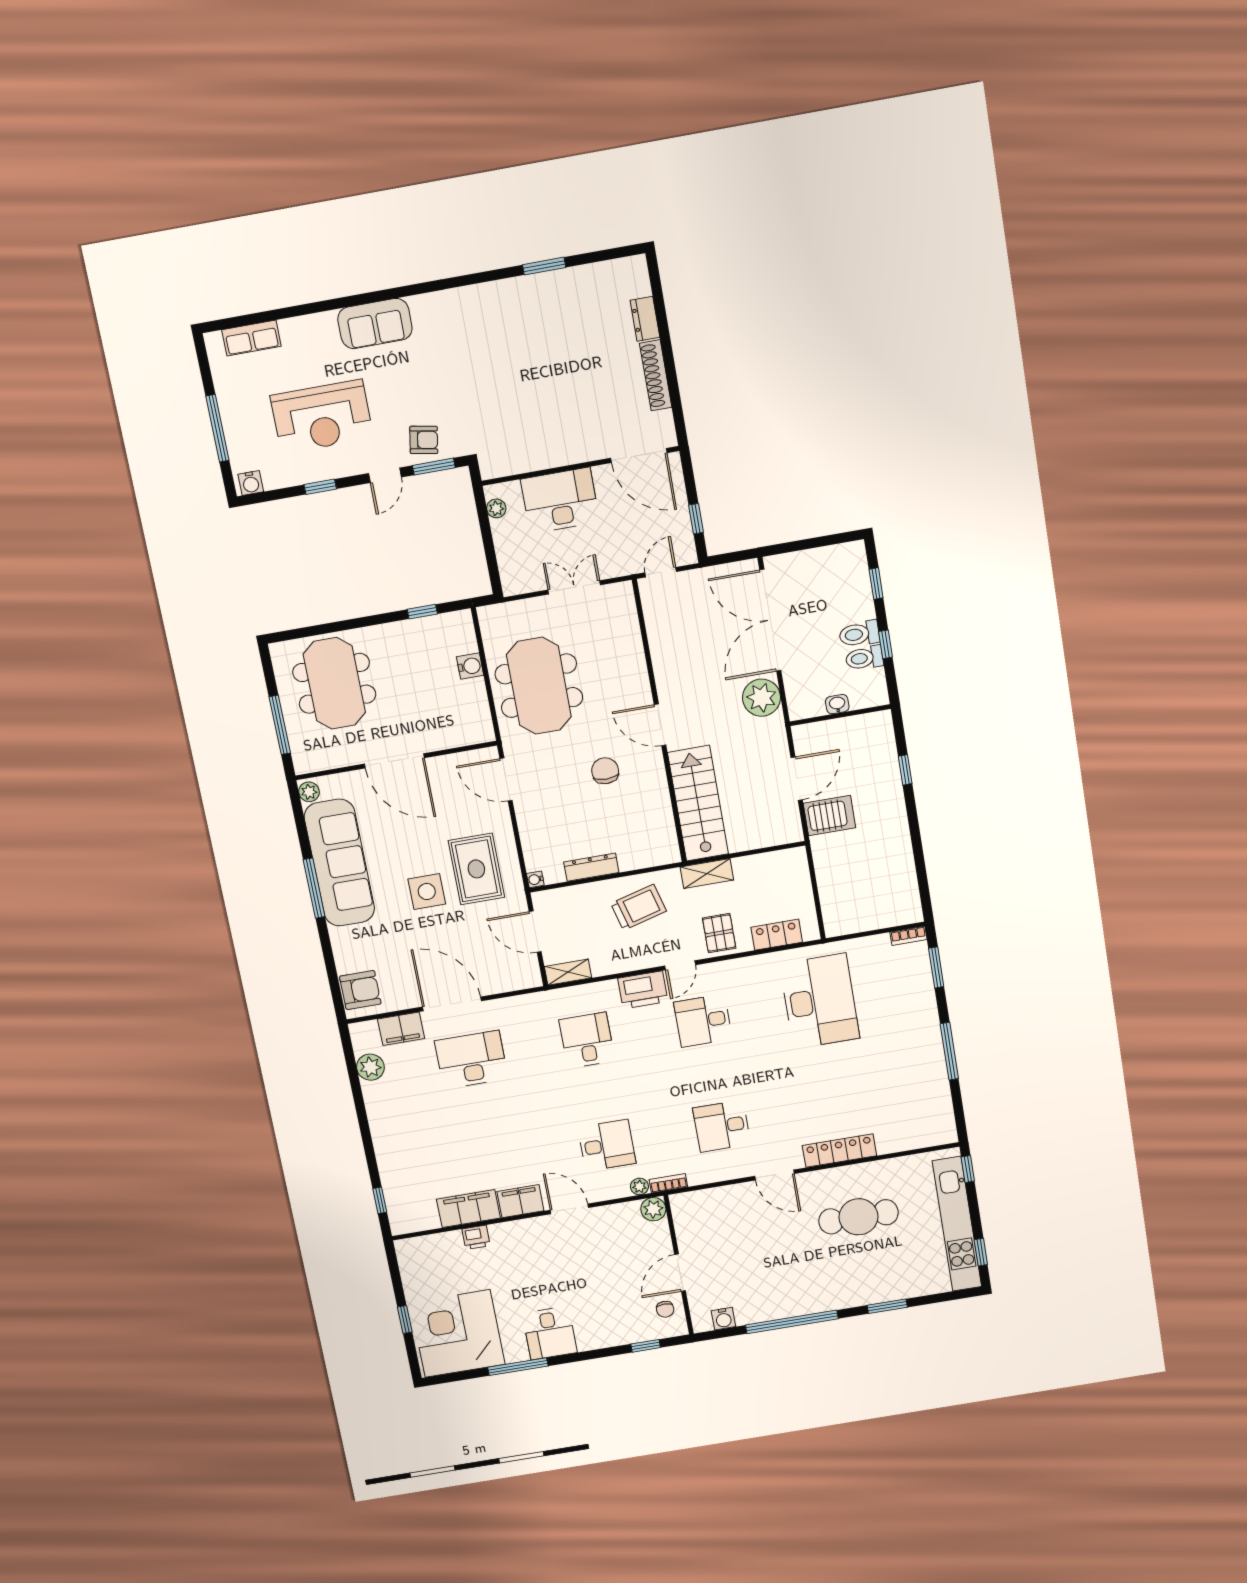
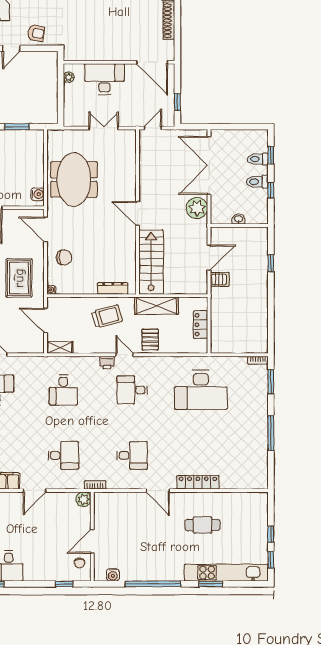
window: (434, 467) -> (39, 48), removed
window: (422, 612) -> (17, 127), width x1.50
toilet: (864, 658) -> (258, 159), moved
water cooler: (470, 666) -> (38, 194), moved
chair: (605, 771) -> (64, 257), moved, turned 90
server rack: (829, 816) -> (220, 279), width x0.73, depth x0.70
dresser: (591, 867) -> (113, 288), moved
shelving: (707, 874) -> (156, 306), width x1.50, depth x1.33
locker: (777, 935) -> (201, 325), moved, turned -90
door: (680, 965) -> (125, 355), swing flipped
printer: (643, 990) -> (107, 362), width x0.53, depth x0.68
desk: (820, 1001) -> (201, 390), turned 90
desk: (587, 1040) -> (63, 390), turned 180
desk: (722, 1126) -> (132, 455), turned 180
window: (968, 1169) -> (271, 534), moved
plant: (639, 1187) -> (78, 484), removed
door: (569, 1209) -> (34, 491), swing flipped
cafe table: (858, 1217) -> (203, 525), width x0.73, depth x0.74
kitchen unit: (957, 1224) -> (226, 573), moved, turned 90

